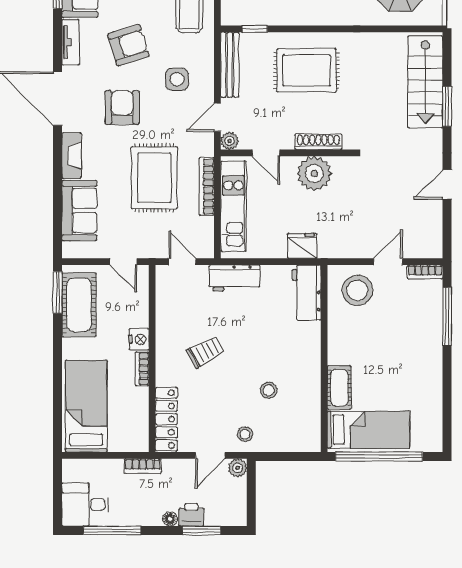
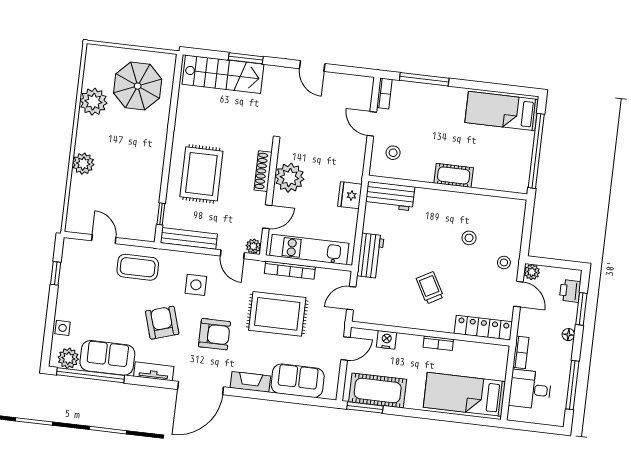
armchair: (122, 107) -> (214, 334), turned 180
stool: (357, 290) -> (393, 153), width x0.53, depth x0.53
nightstand: (139, 339) -> (387, 340), moved
cot: (339, 388) -> (454, 175), moved
bed: (369, 430) -> (502, 111), moved, turned -90
desk: (85, 505) -> (530, 389), moved, turned 90
printer: (191, 515) -> (570, 291), moved

